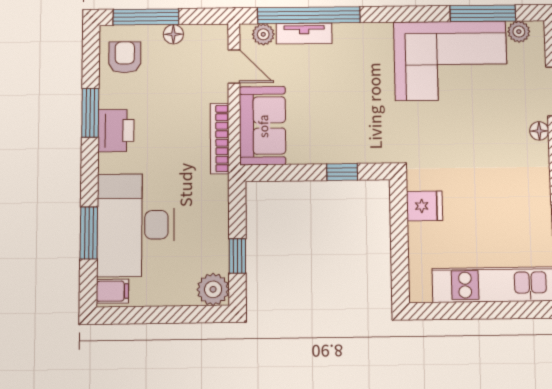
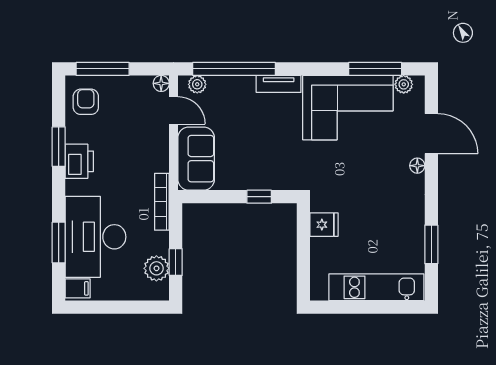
tv unit: (304, 33) -> (279, 84), moved
floor lamp: (173, 34) -> (161, 83), moved
bookcase: (220, 138) -> (162, 202), moved
plant: (213, 289) -> (156, 268), moved

